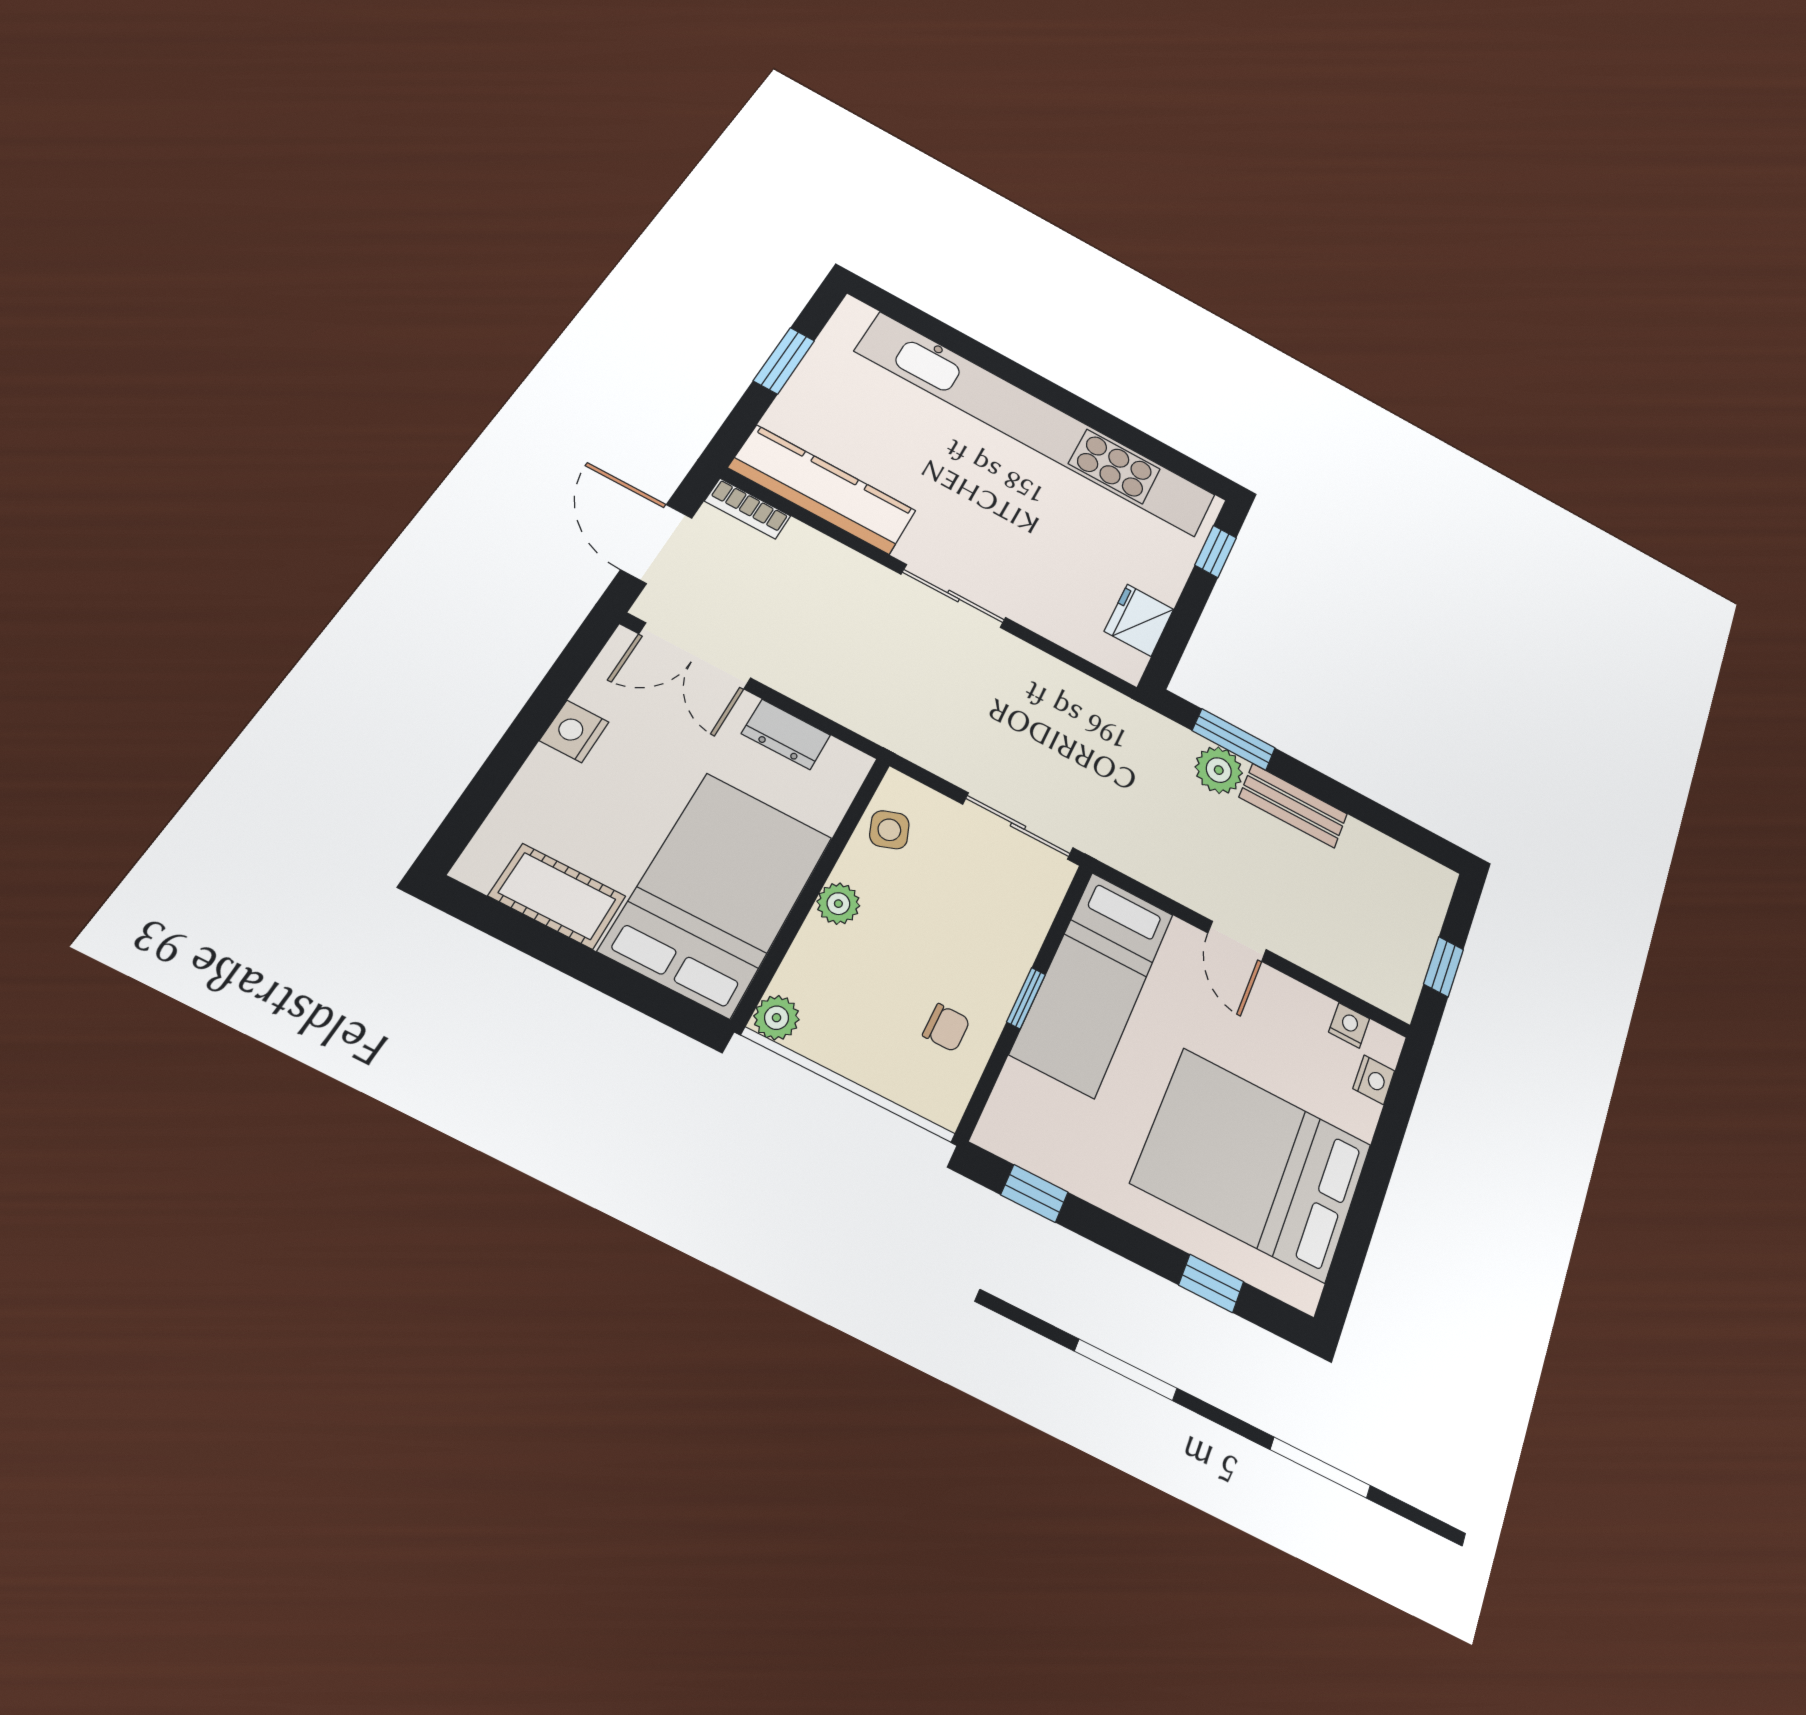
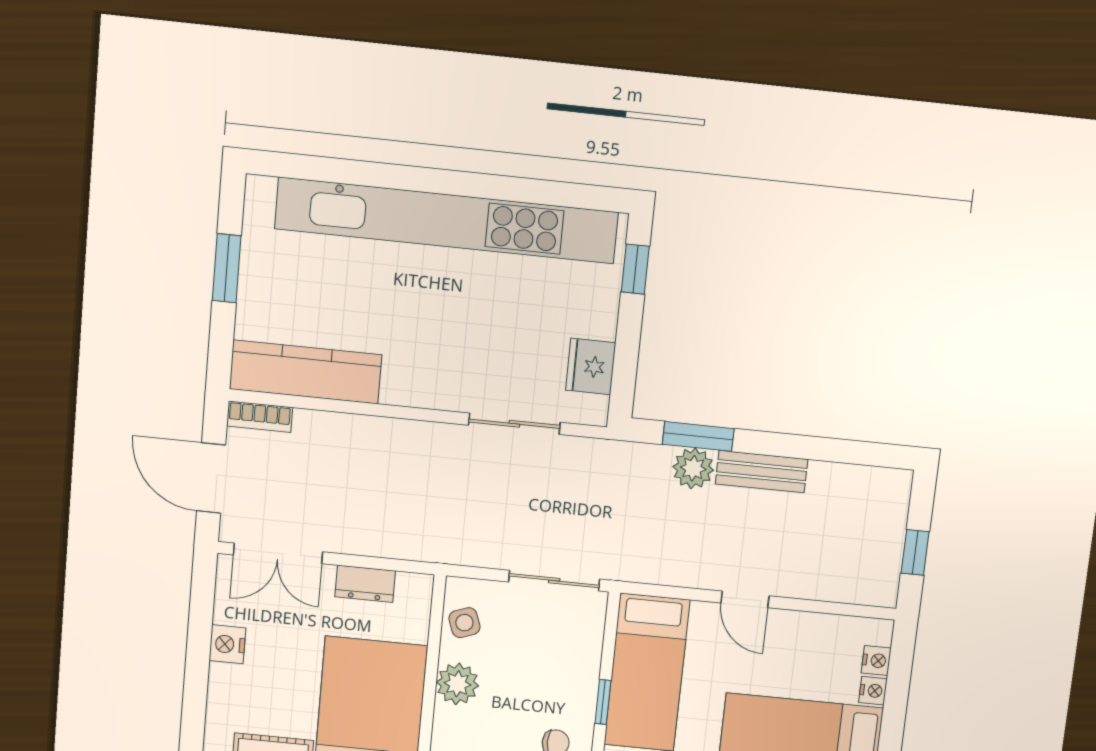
sliding door: (953, 596) -> (514, 424), moved
plant: (838, 904) -> (457, 684), width x1.38, depth x1.38
nightstand: (1349, 1025) -> (873, 691), moved, turned 90

